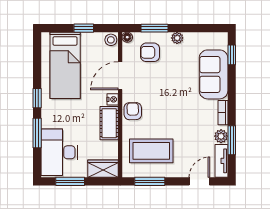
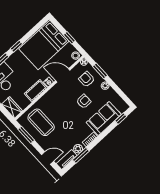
bed: (65, 65) -> (44, 45), width x1.50
armchair: (133, 111) -> (84, 101), moved

